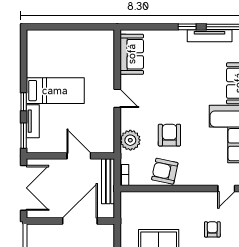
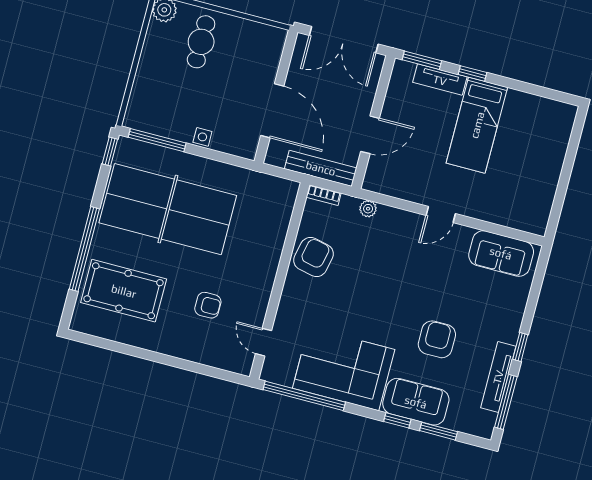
armchair: (169, 135) -> (437, 339), moved, turned -90
plant: (130, 140) -> (368, 209), width x0.53, depth x0.53

